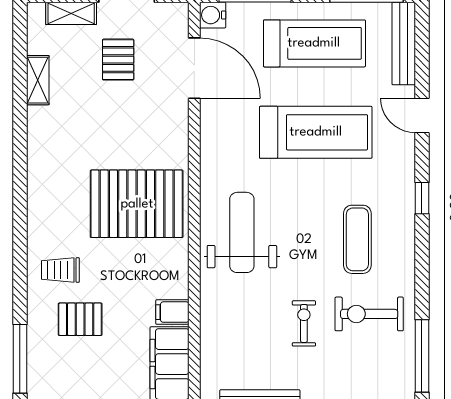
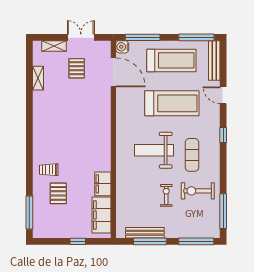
pallet: (137, 204) -> (86, 138), removed
weight bench: (242, 232) -> (154, 150), moved, turned -90
filing cabinet: (172, 312) -> (103, 184), width x2.00
pallet: (80, 319) -> (58, 193), turned 90

